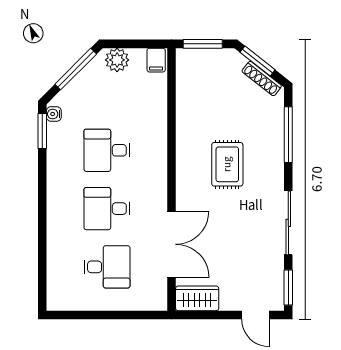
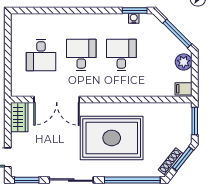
water cooler: (54, 114) -> (134, 18), moved
window: (288, 135) -> (132, 180), width x1.46
rug: (227, 164) -> (112, 138), width x1.86, depth x2.06

